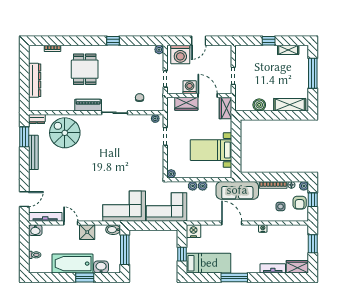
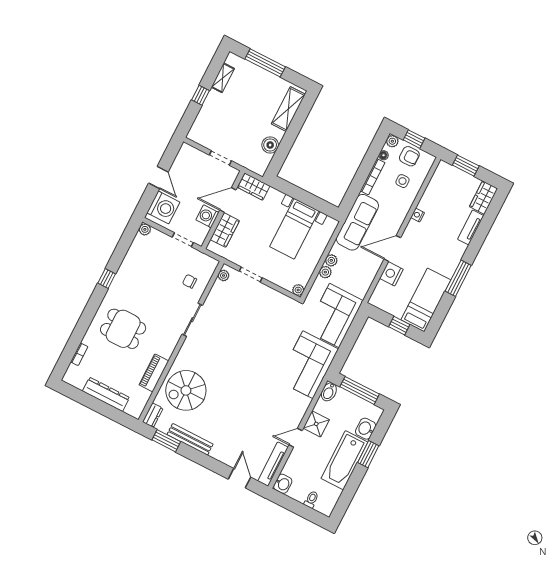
piano: (88, 105) -> (154, 373), moved
nightstand: (194, 231) -> (391, 274), moved

